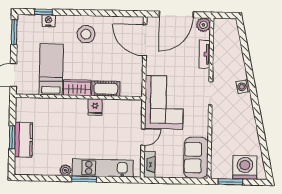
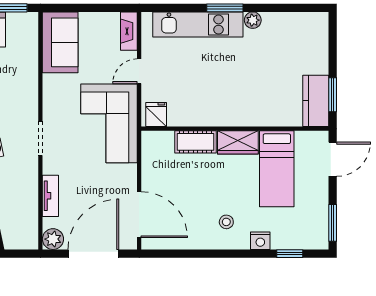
nightstand: (48, 21) -> (260, 241), moved
stool: (86, 34) -> (226, 222), width x0.53, depth x0.53
fridge: (95, 107) -> (156, 114), moved
window: (12, 137) -> (333, 95), moved
kitchen counter: (24, 140) -> (316, 101), moved

